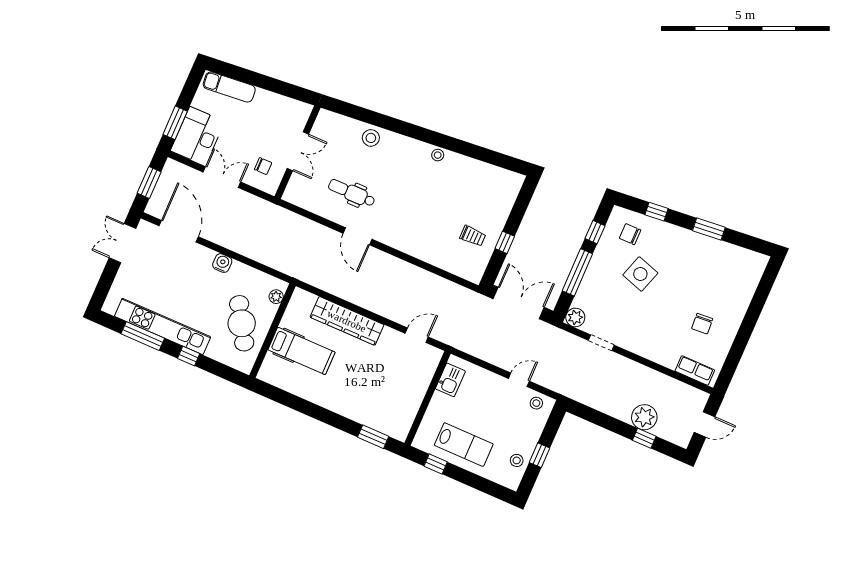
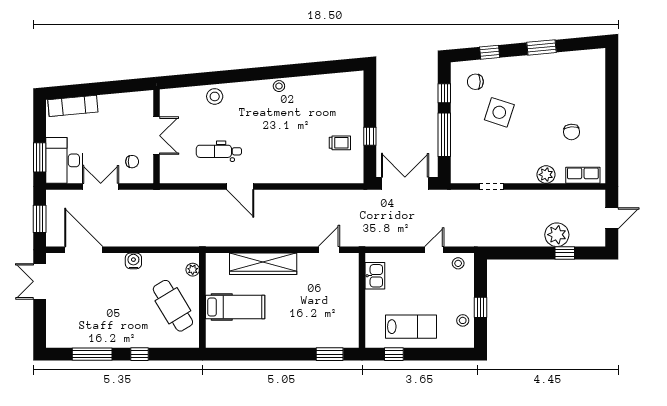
plant: (575, 317) -> (546, 175), moved
kitchen unit: (163, 326) -> (106, 338), removed

